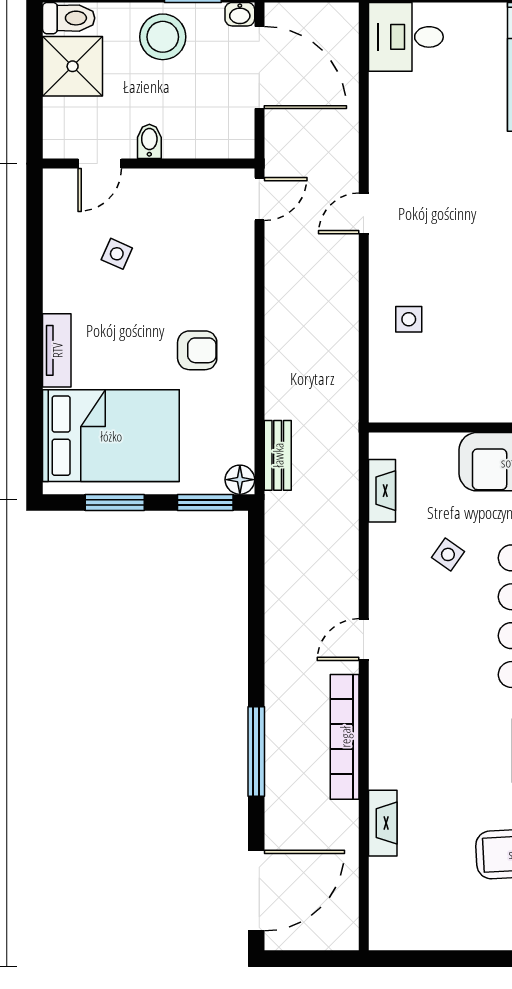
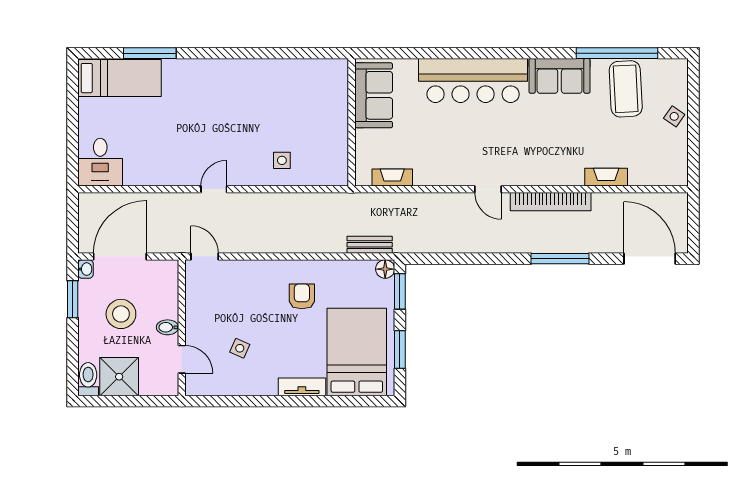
stool: (163, 37) -> (121, 314), moved
door: (364, 213) -> (214, 189), swing flipped
side table: (448, 554) -> (674, 116), moved

